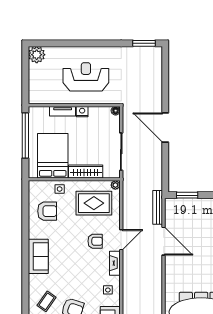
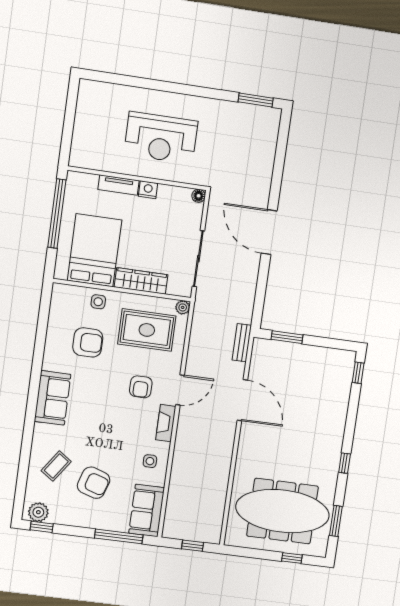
plant: (37, 55) -> (91, 93), removed
reception desk: (86, 77) -> (161, 138), turned 180
bench: (158, 207) -> (242, 343), width x0.73
armchair: (47, 211) -> (88, 342), moved
armchair: (95, 241) -> (141, 387), turned 90

